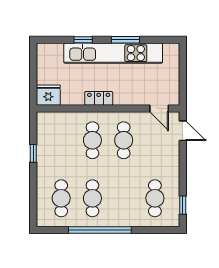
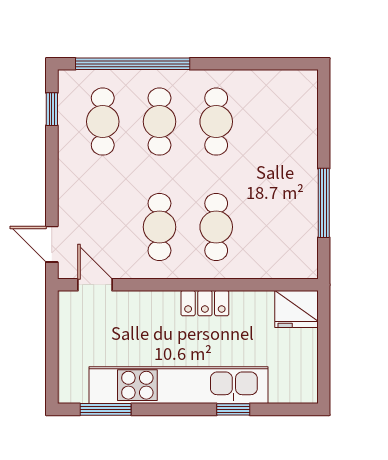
window: (125, 40) -> (106, 409), moved
window: (33, 153) -> (324, 203), width x2.17
cafe table: (61, 198) -> (159, 122), moved
window: (100, 230) -> (133, 64), moved

